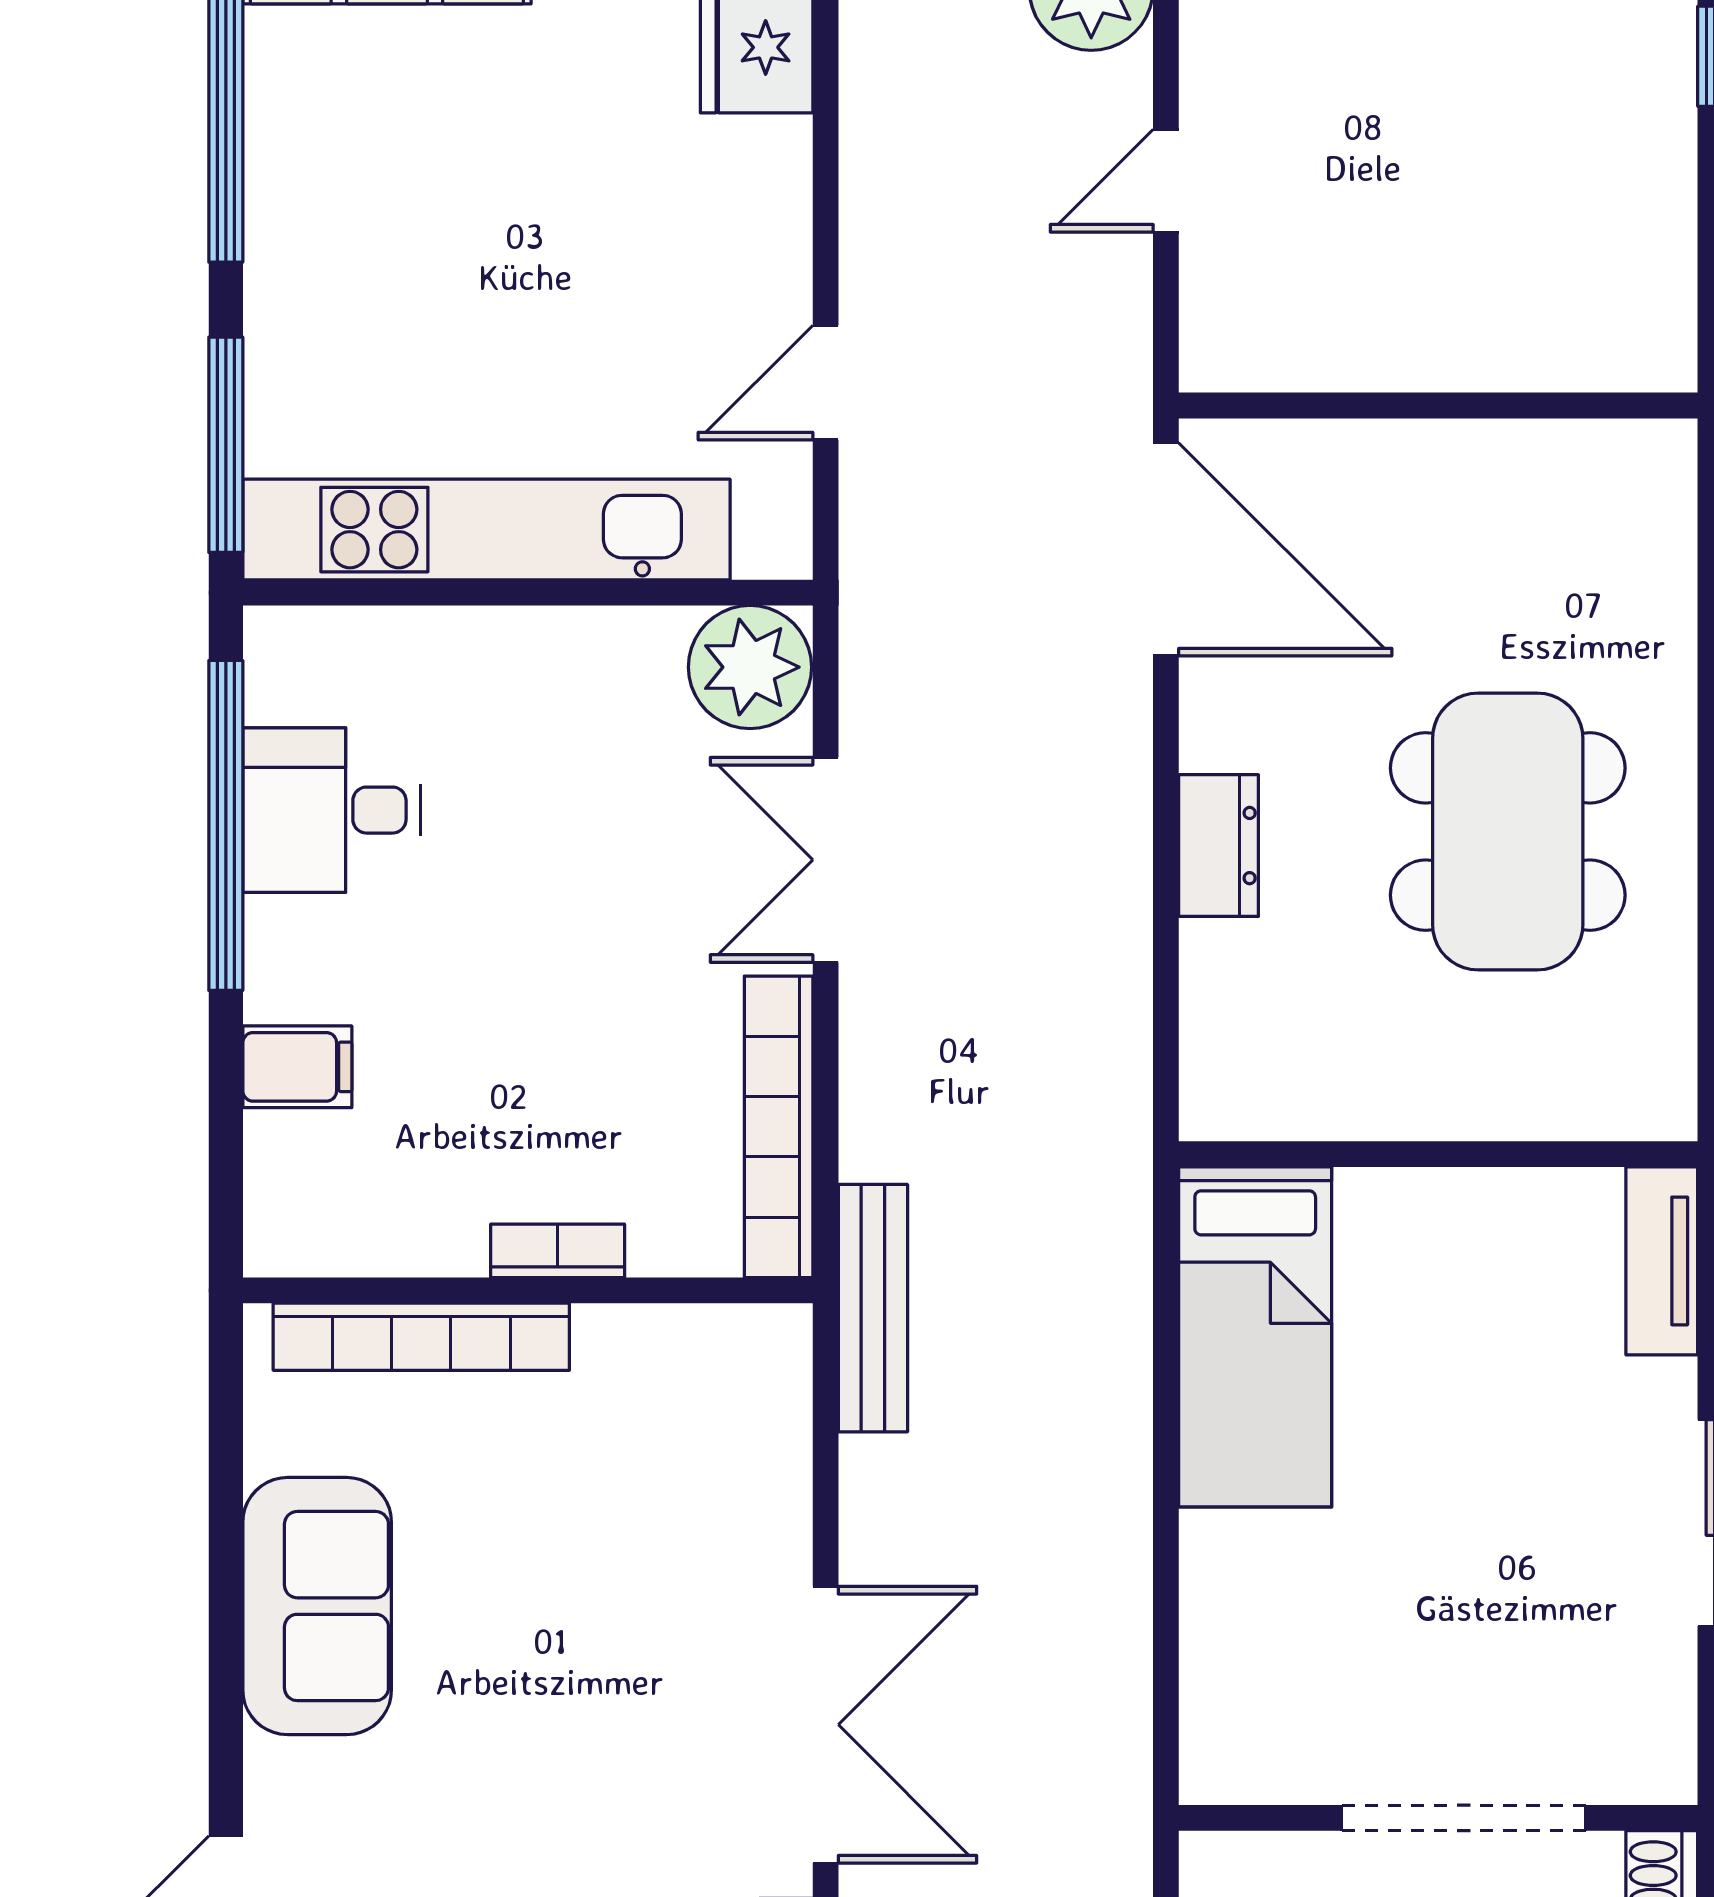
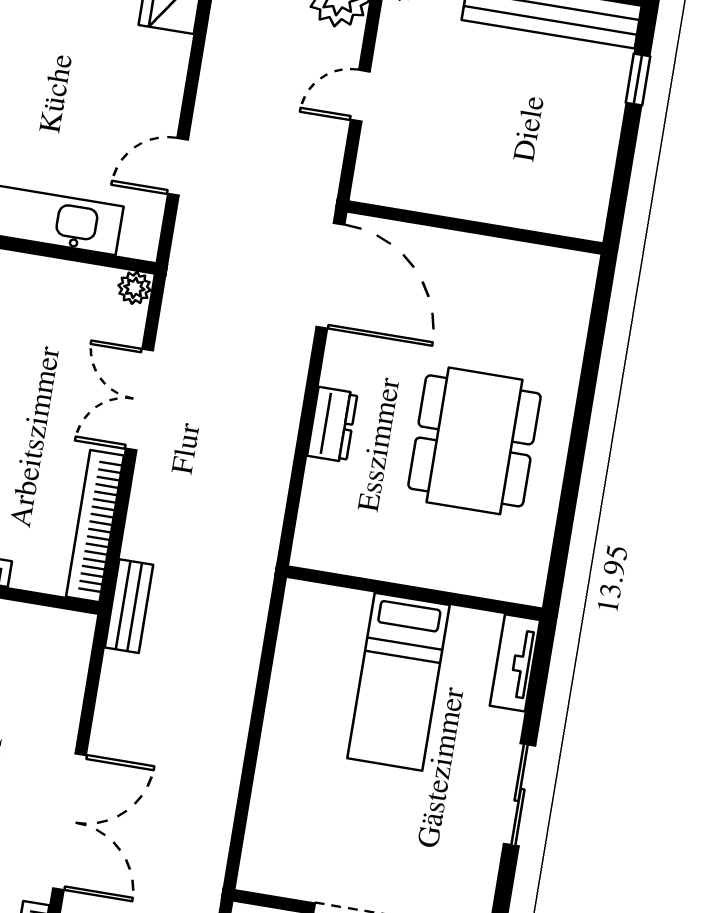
plant: (750, 667) -> (134, 288), width x0.53, depth x0.53
bench: (873, 1308) -> (129, 606), width x0.73
bed: (1255, 1337) -> (398, 682), moved

